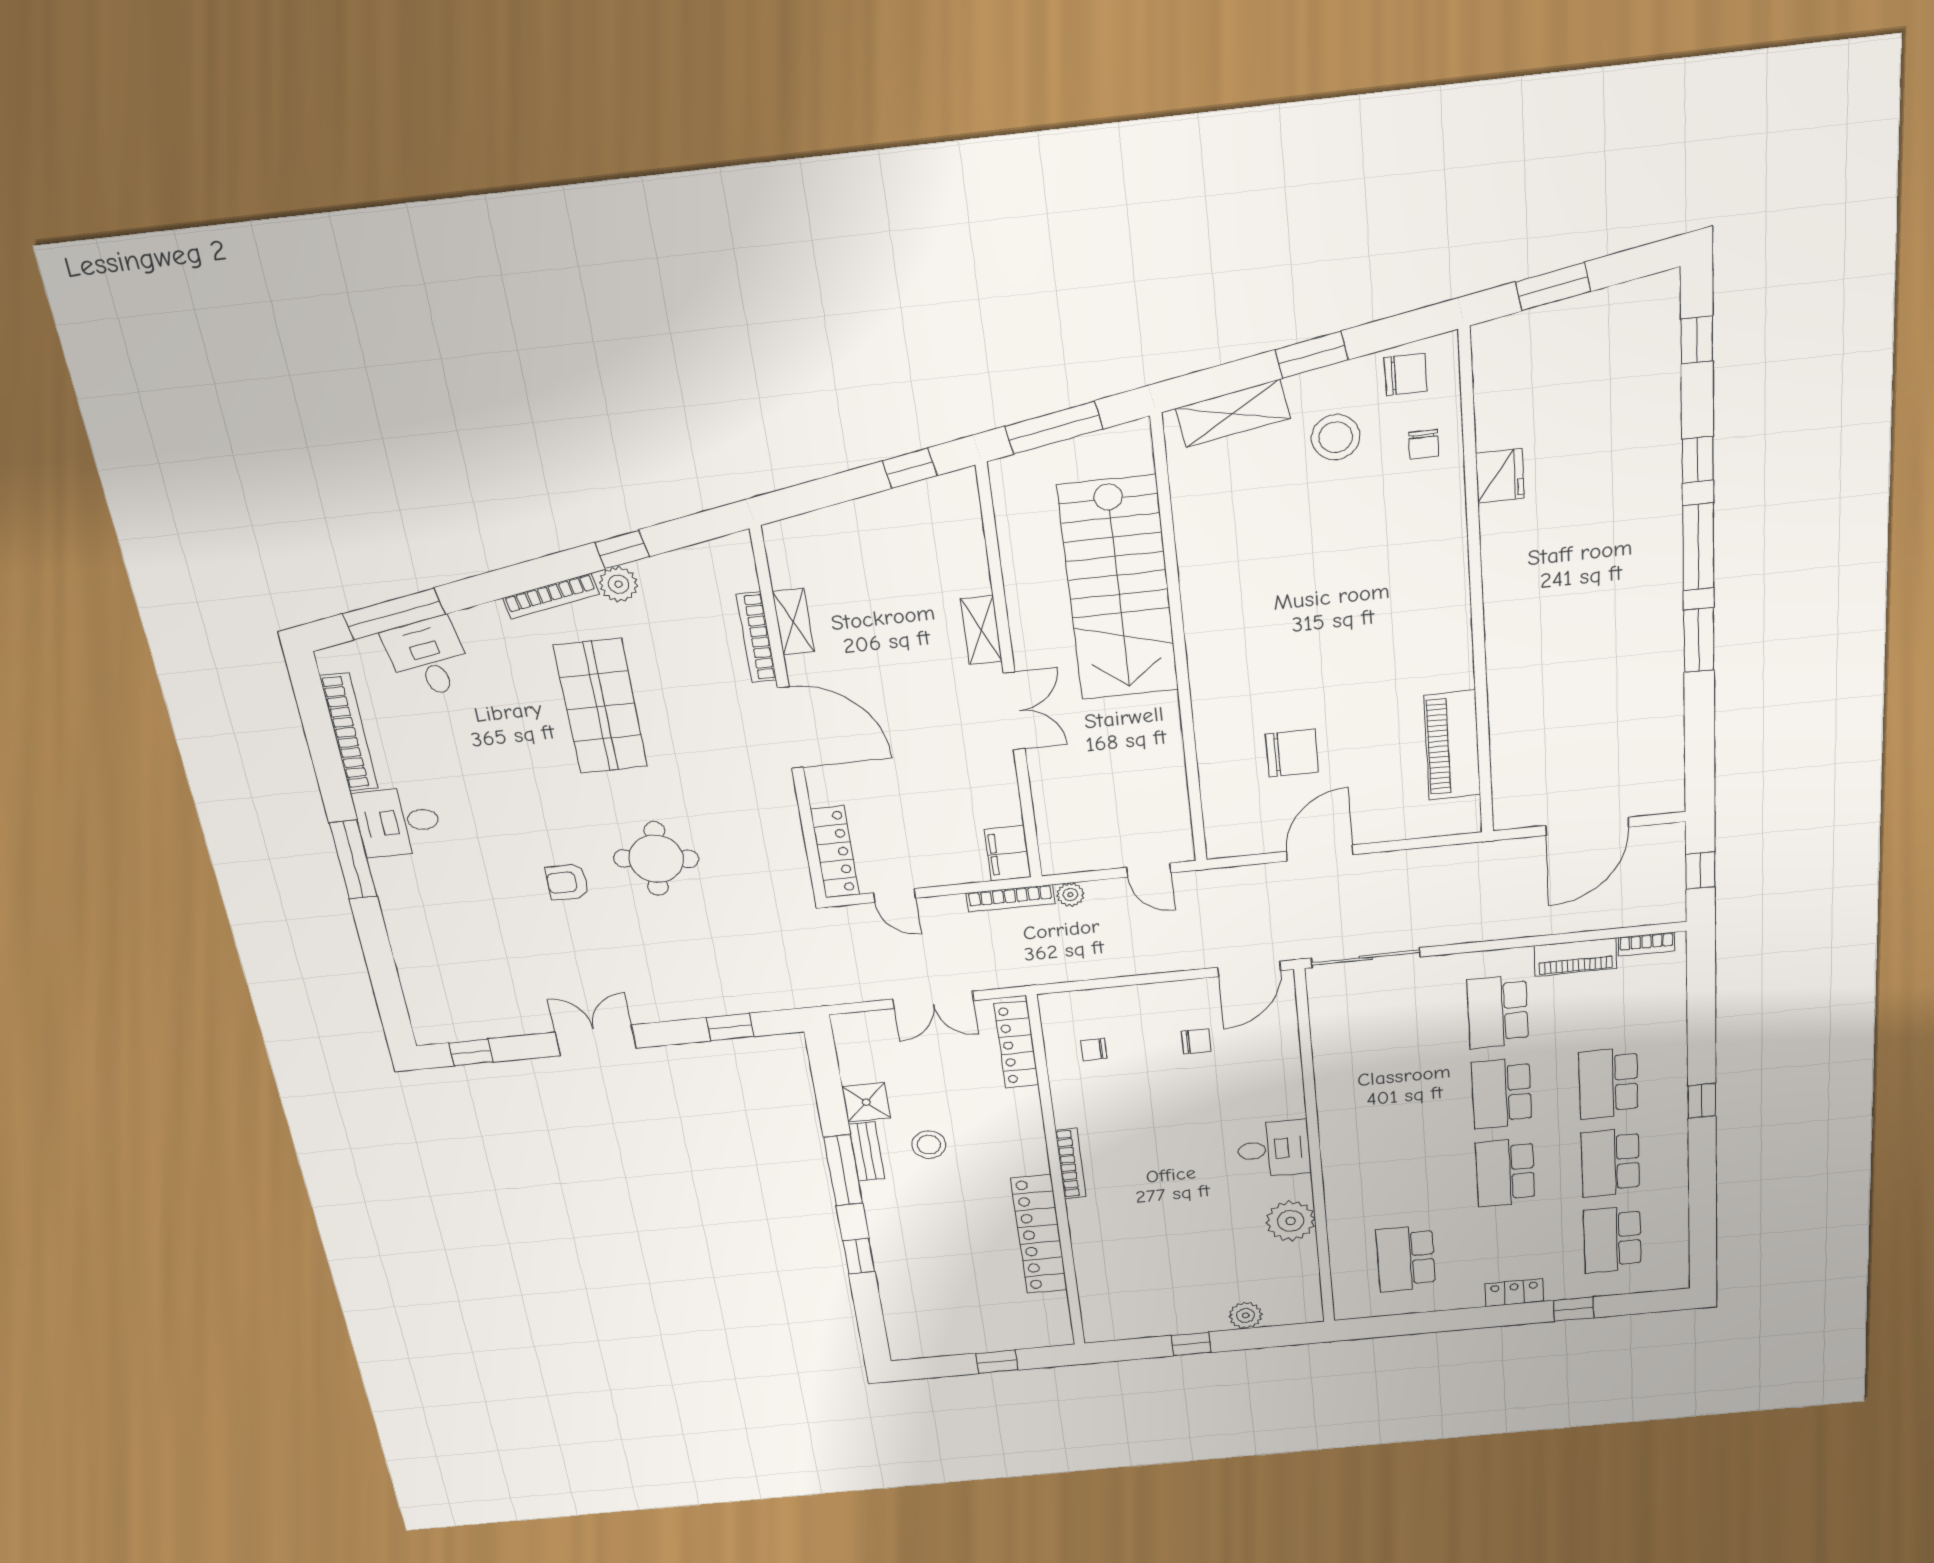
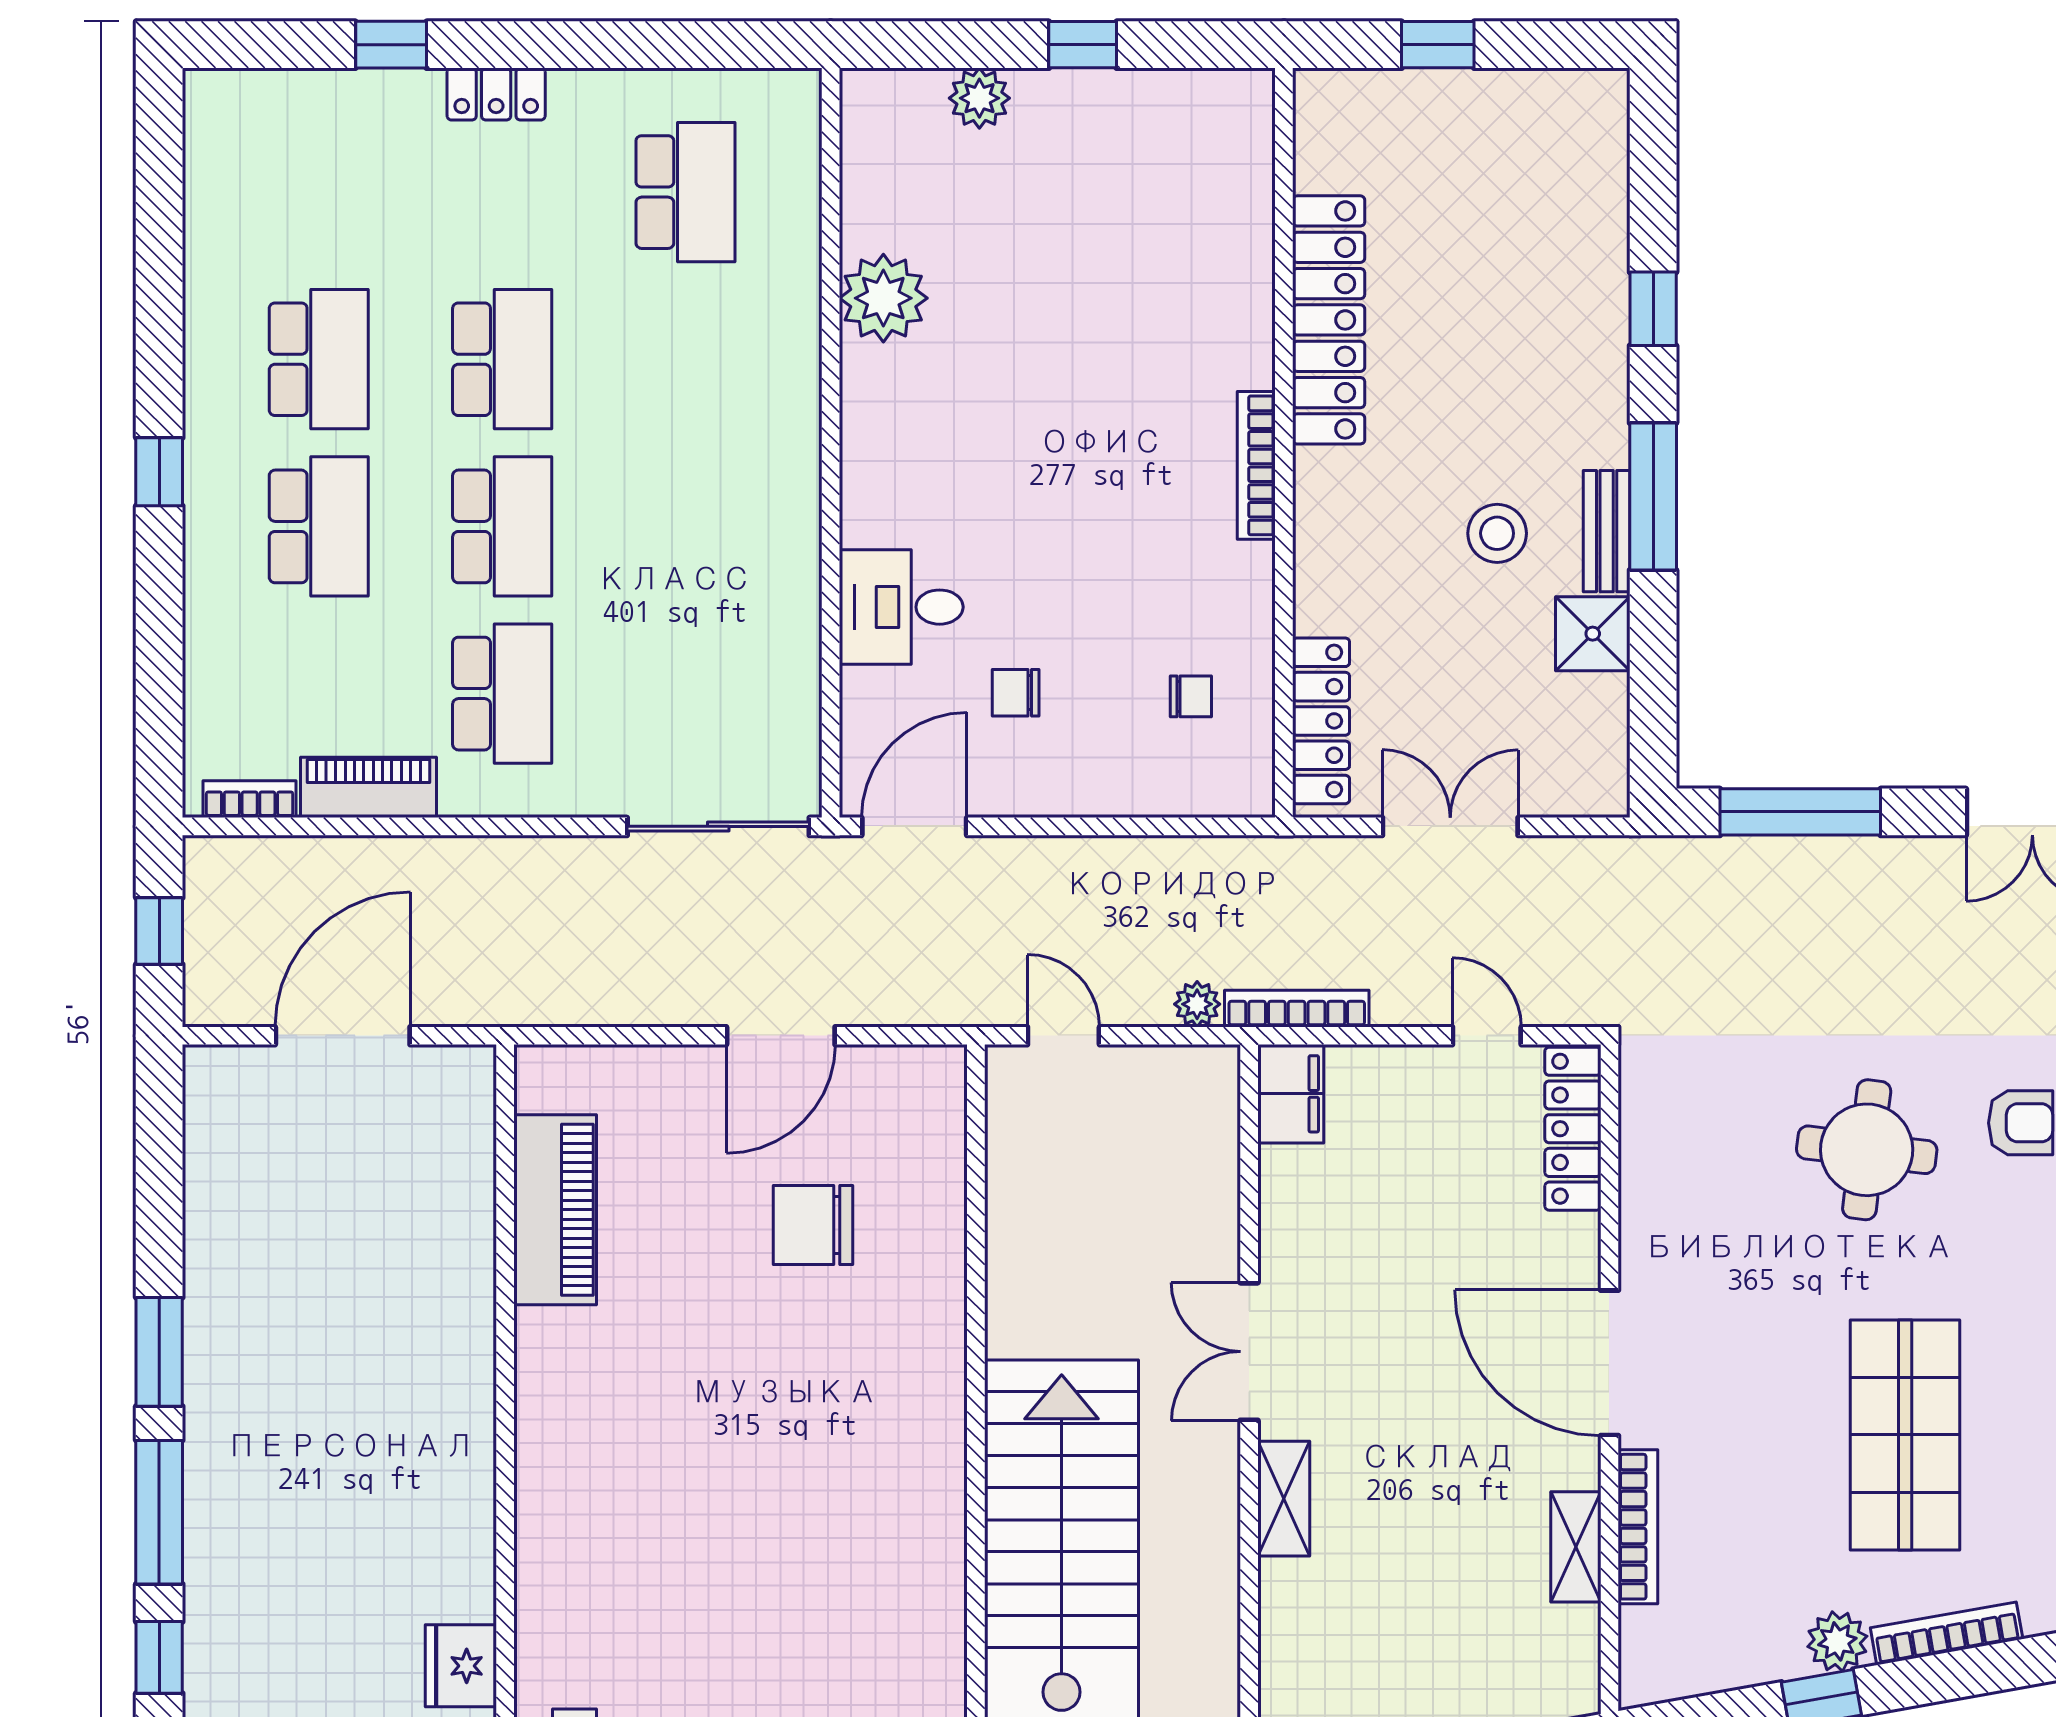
window: (730, 1027) -> (1800, 812), width x2.17
desk: (1274, 1149) -> (901, 607), moved
school desk: (1612, 1240) -> (319, 192), removed

